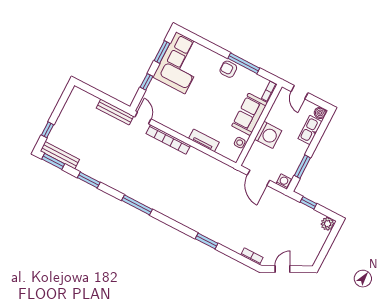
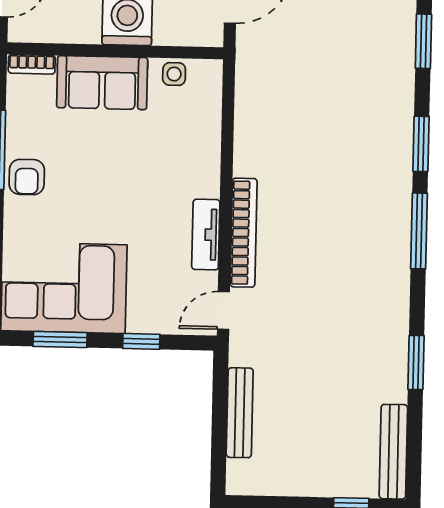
bench: (115, 112) -> (240, 413), moved
tv unit: (204, 140) -> (206, 235), moved
window: (53, 161) -> (421, 144), moved

